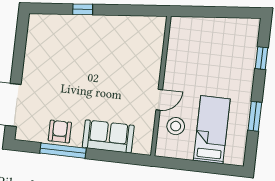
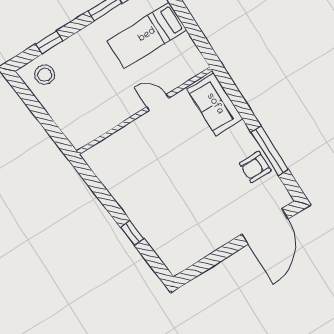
stool: (176, 126) -> (45, 75), moved
sofa: (108, 136) -> (215, 104), moved

